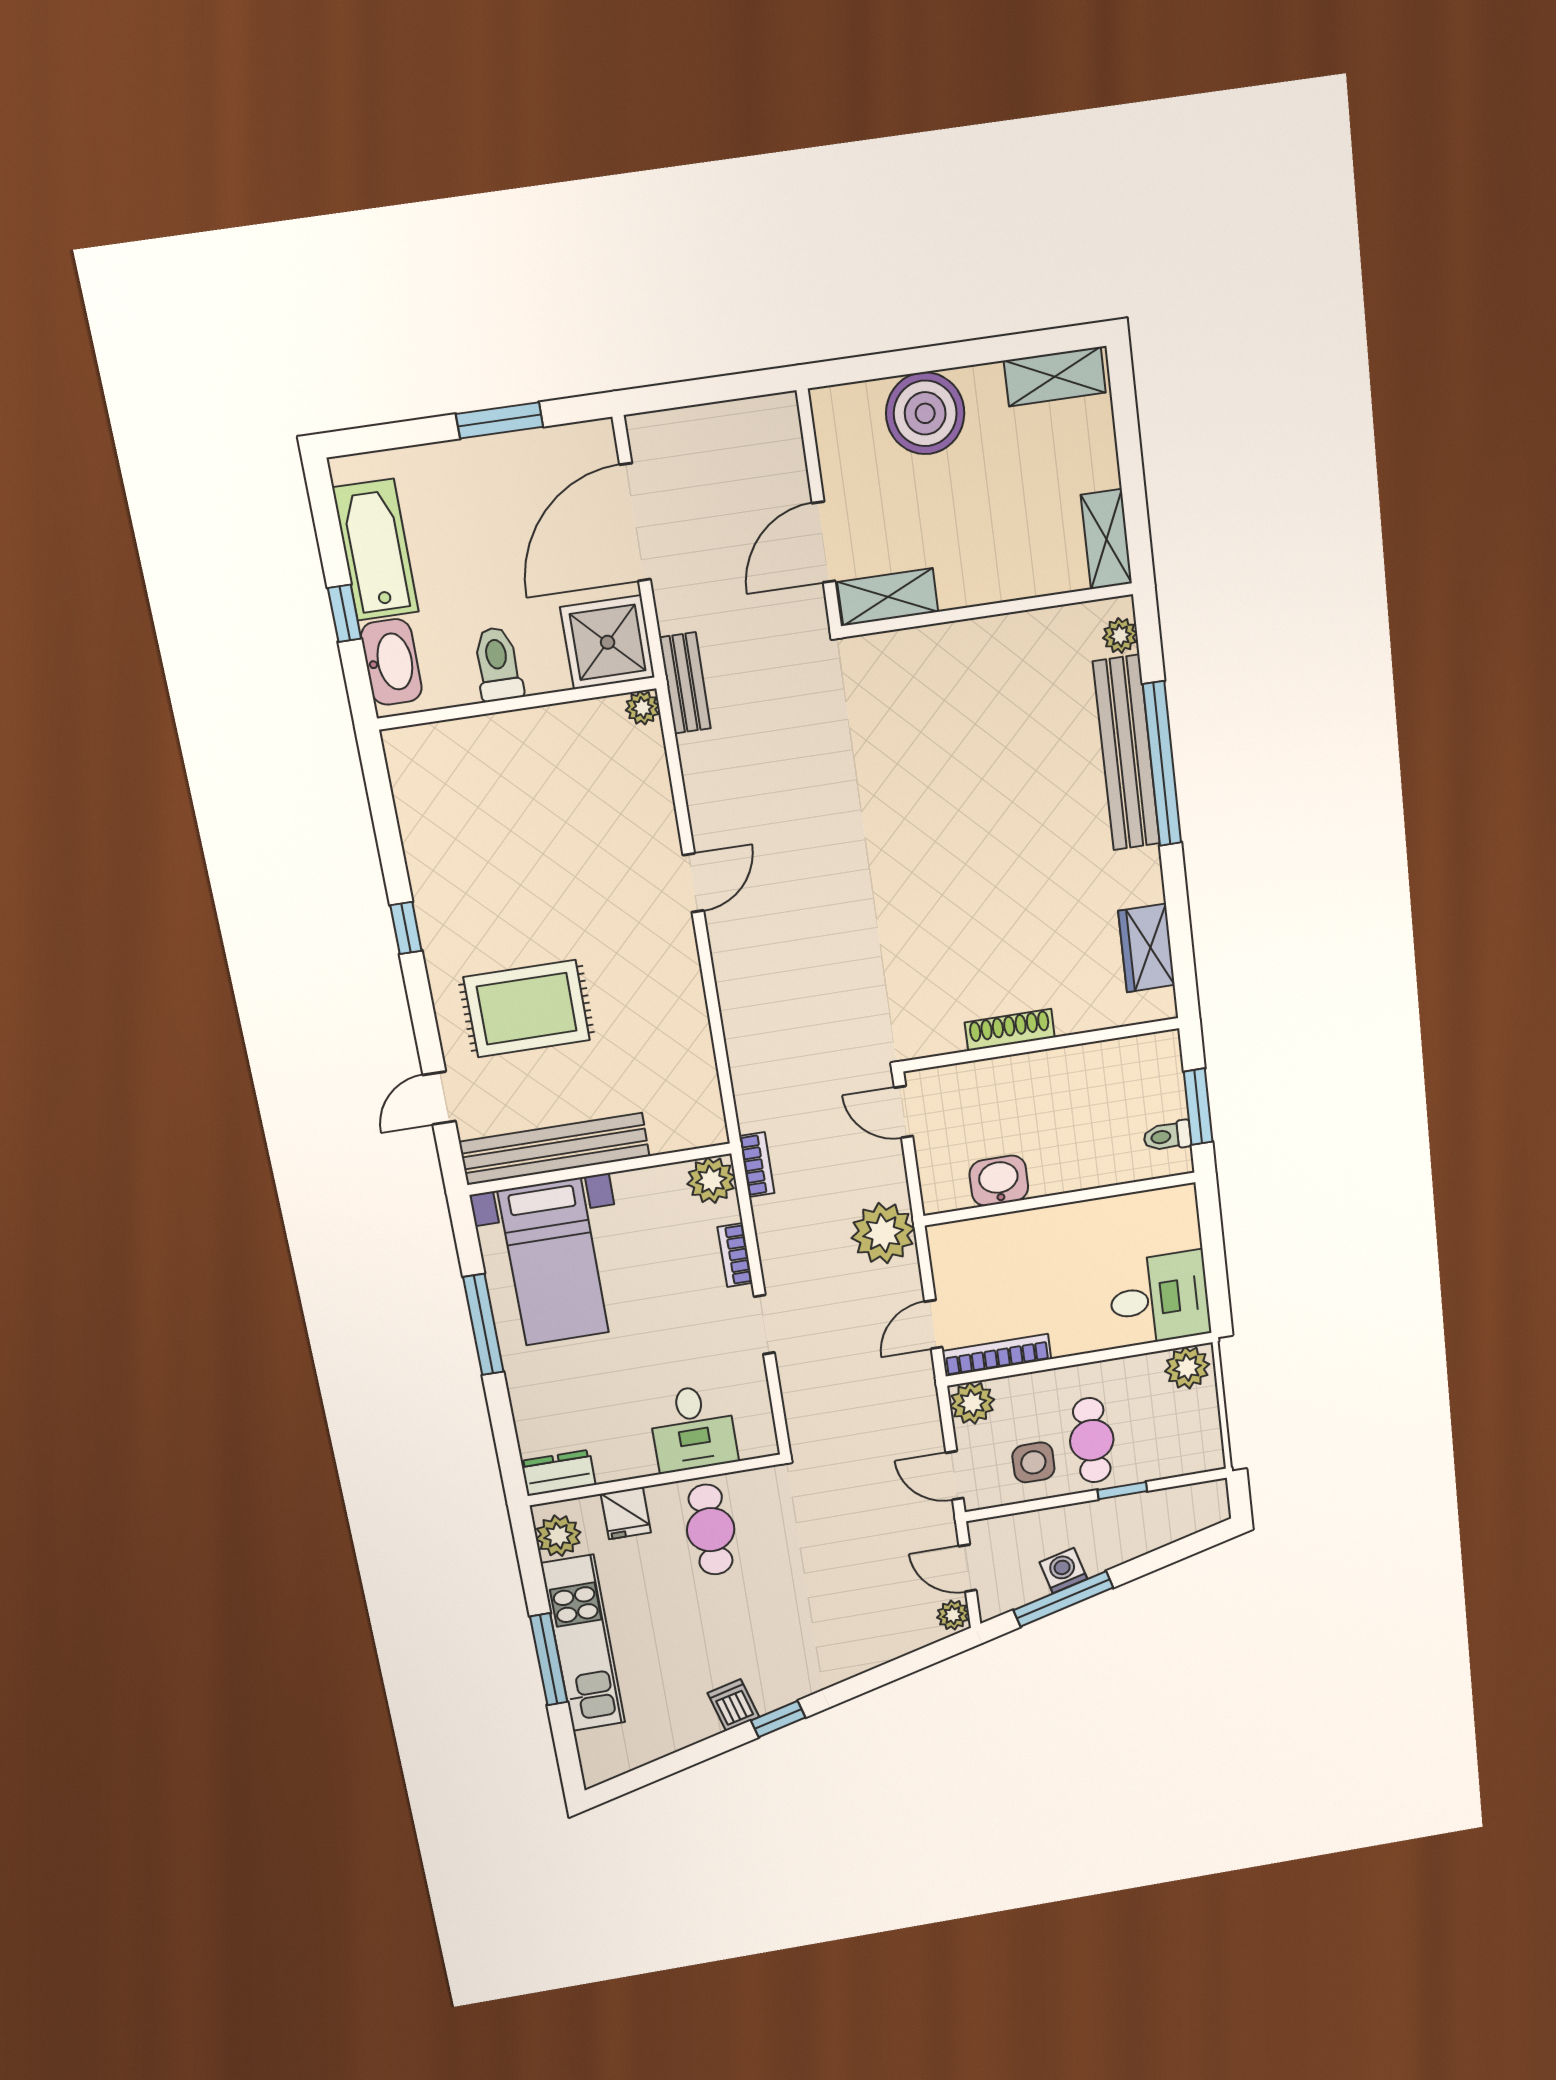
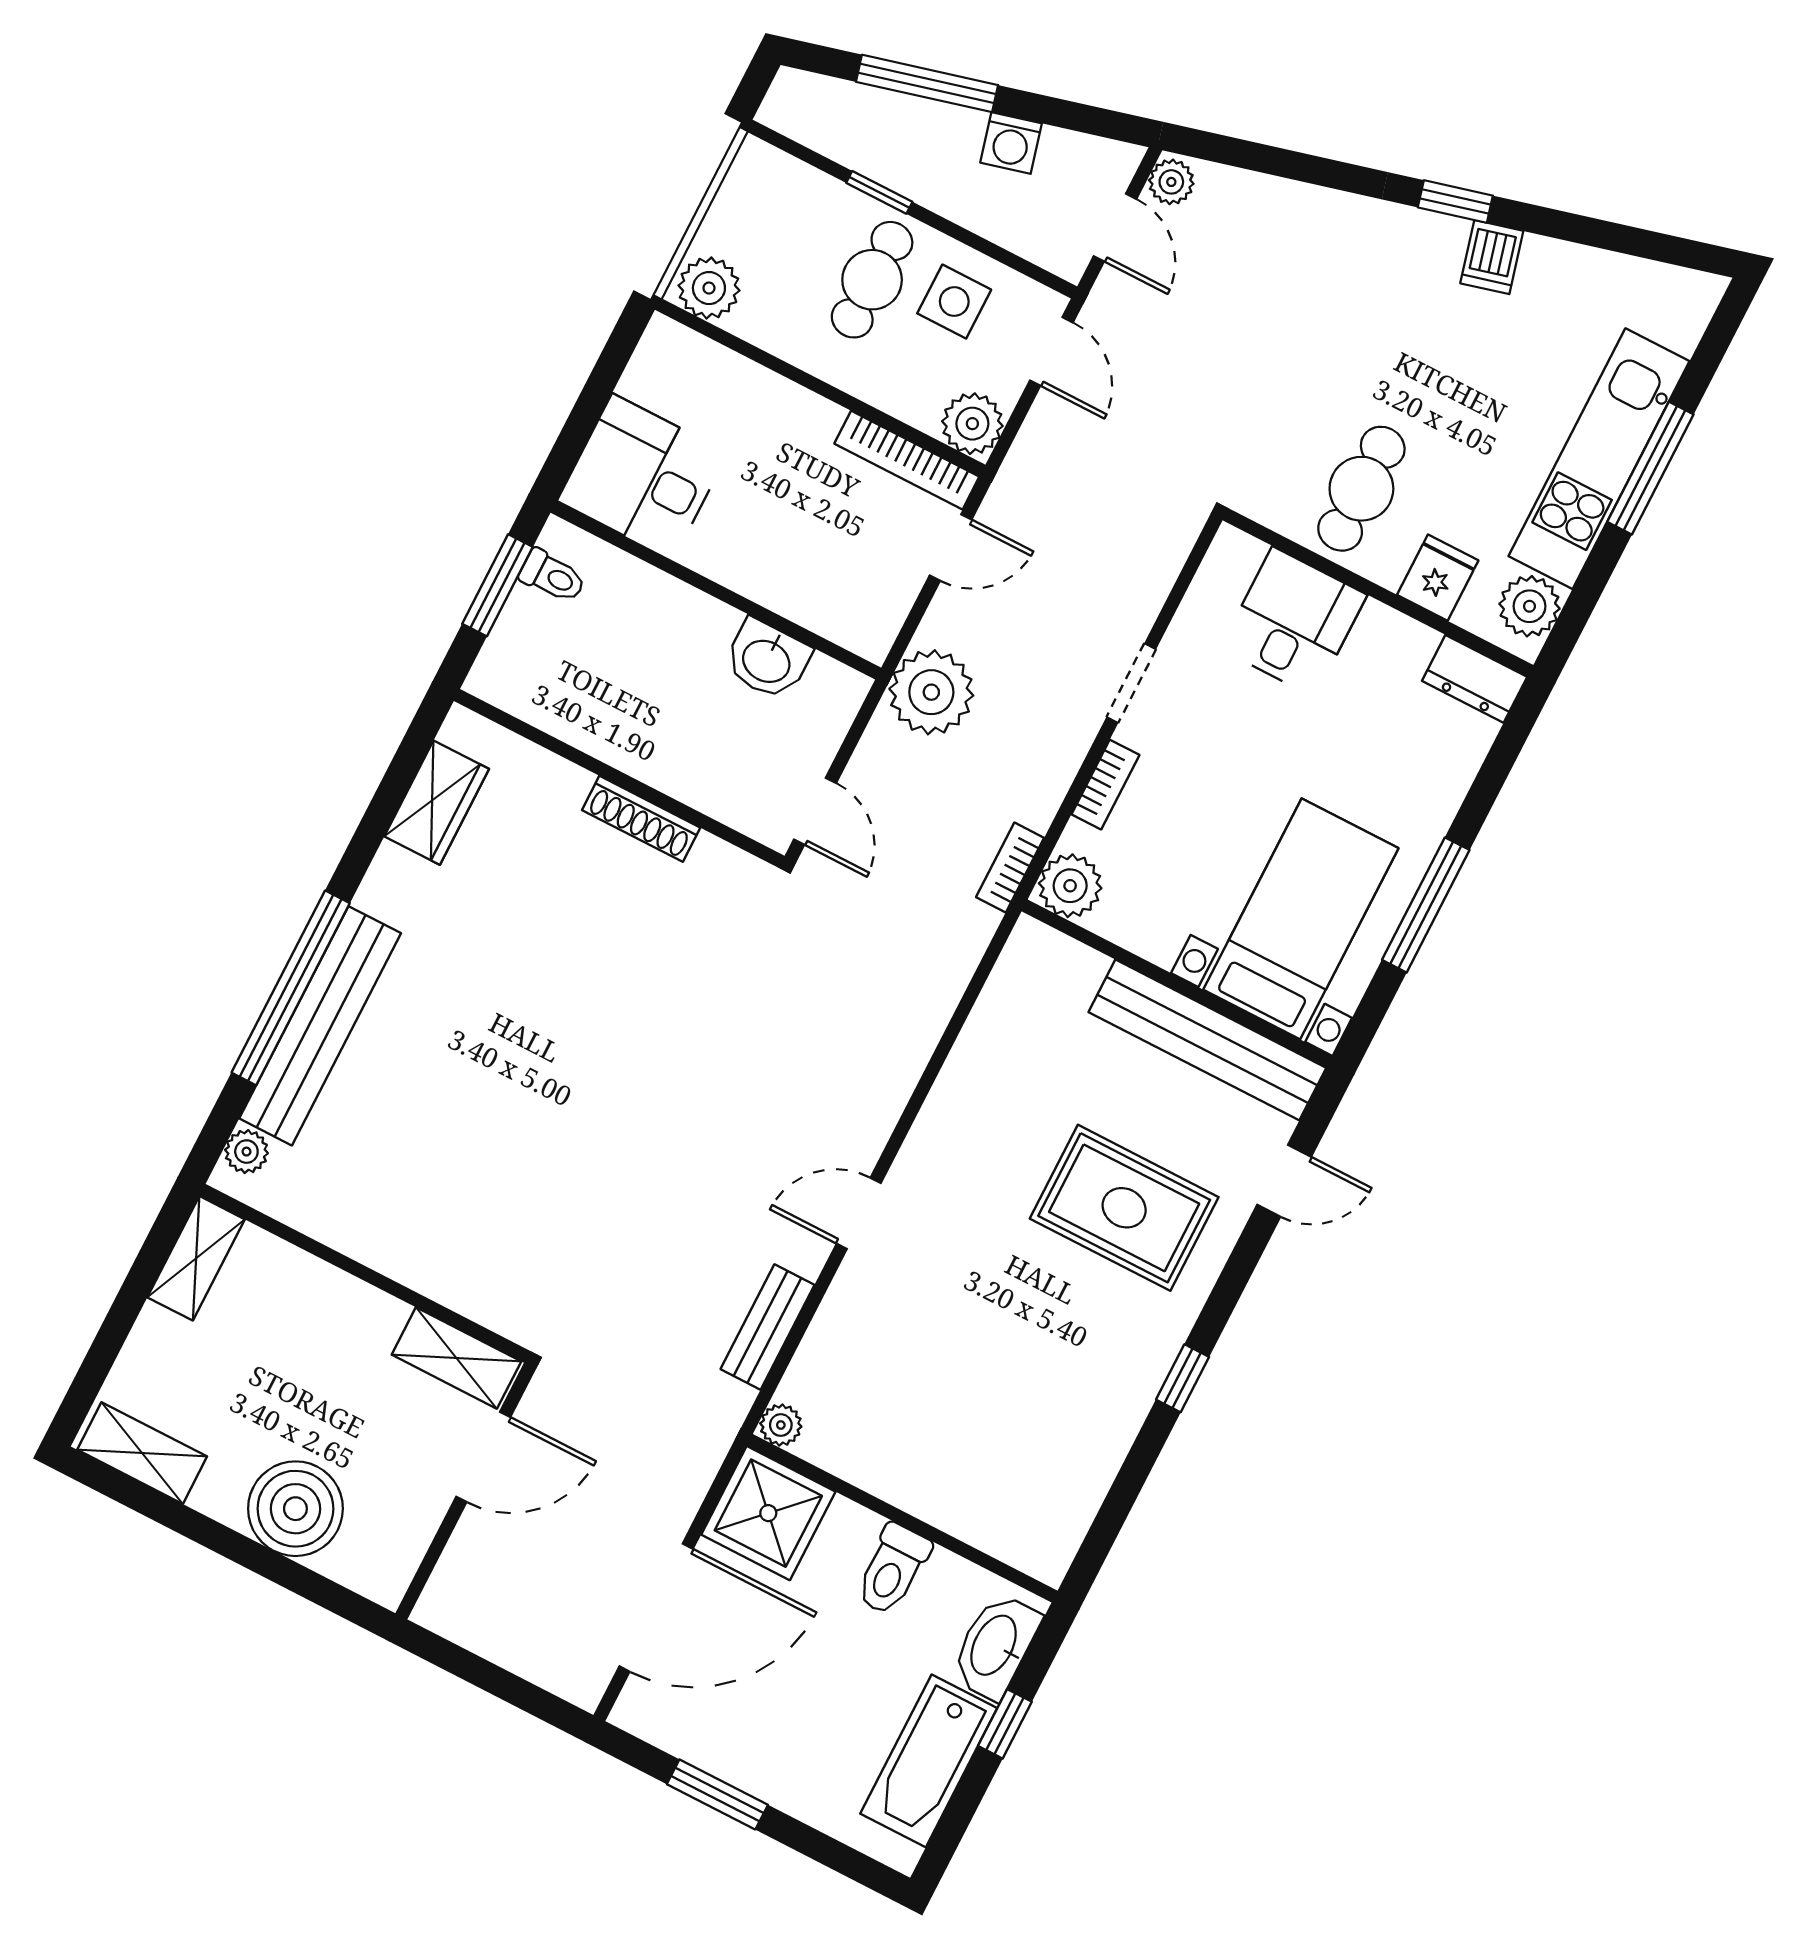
bench: (685, 683) -> (767, 1327), moved
desk: (1159, 1299) -> (643, 477), moved
window: (1063, 1599) -> (927, 83), moved

